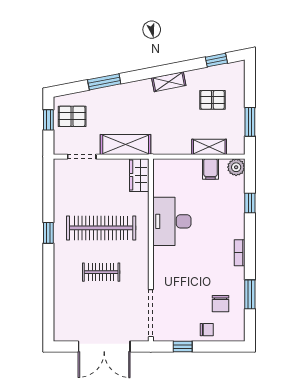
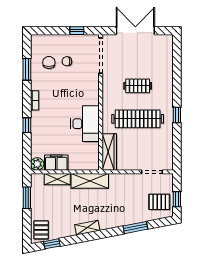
pallet: (212, 100) -> (41, 230), moved, turned 90
shelving: (126, 145) -> (90, 181), moved
filing cabinet: (210, 169) -> (56, 163), width x2.00
wardrobe: (139, 175) -> (109, 152), width x1.50
window: (250, 203) -> (27, 125), moved
chair: (207, 330) -> (67, 61), moved

